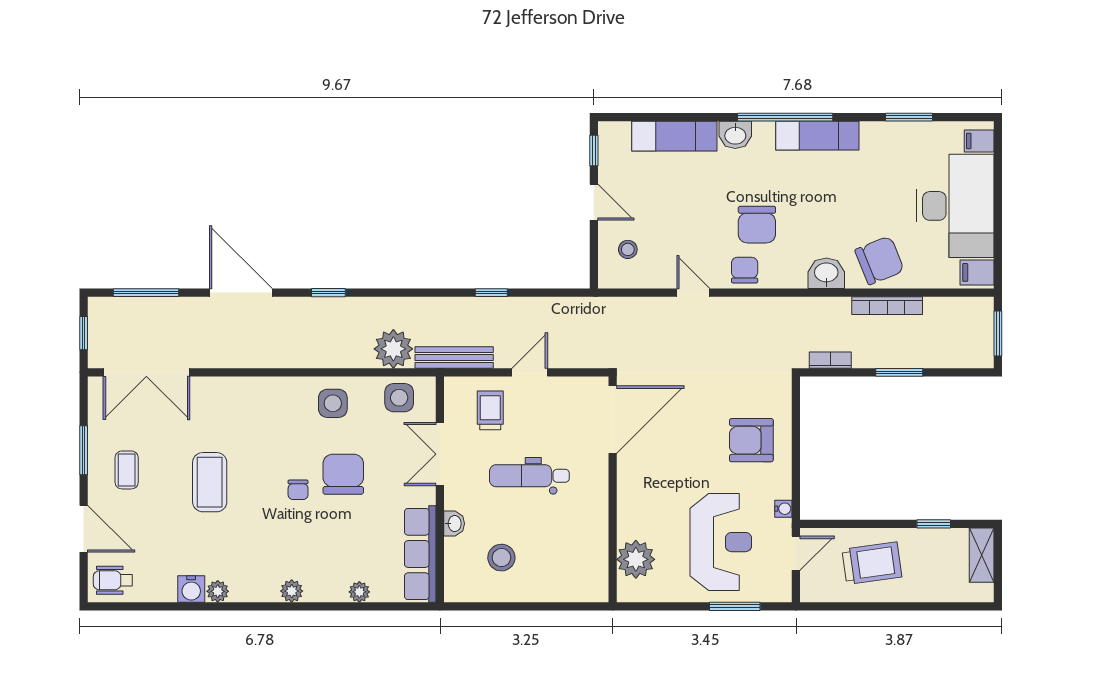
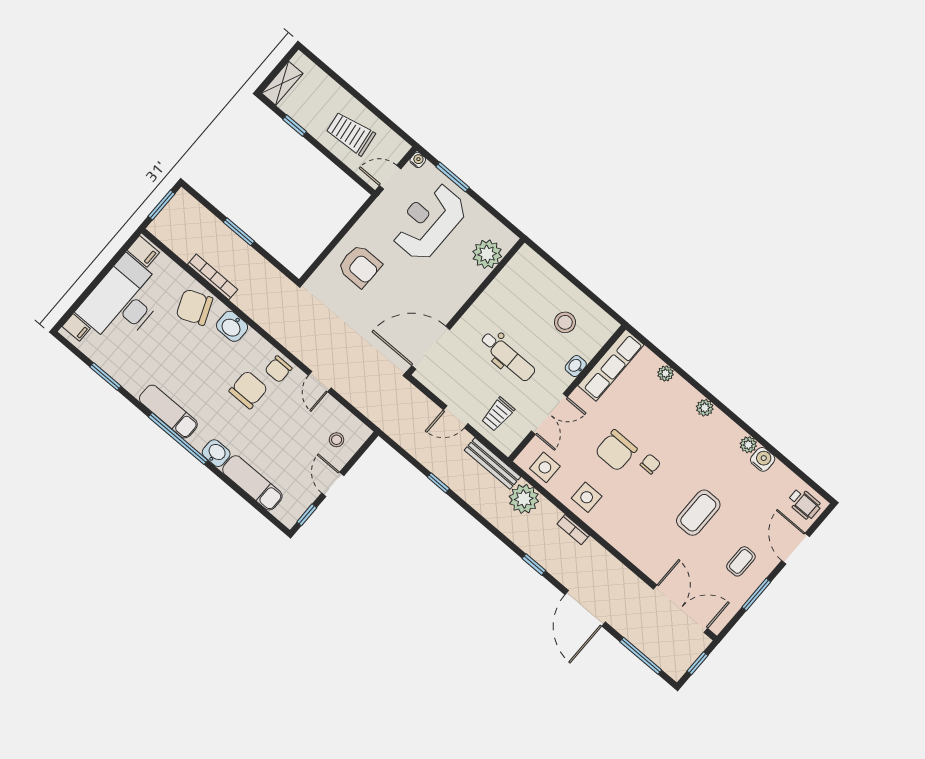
bookcase: (830, 360) -> (573, 530), moved
water cooler: (783, 509) -> (418, 160), moved, turned 90

